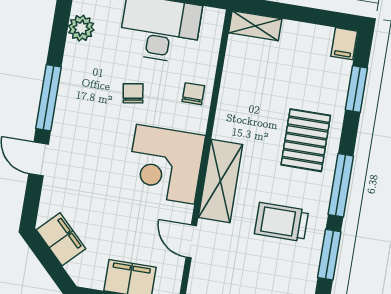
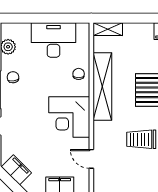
chair: (133, 93) -> (13, 77), moved
shelving: (220, 181) -> (102, 86), moved, width x1.47

